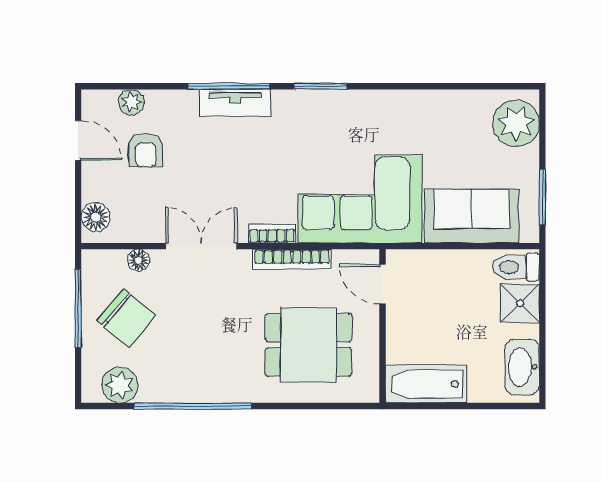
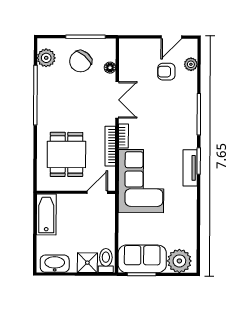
tv unit: (235, 103) -> (190, 168), moved
sofa: (472, 216) -> (142, 259), moved, turned -90
floor lamp: (96, 217) -> (132, 46), removed

